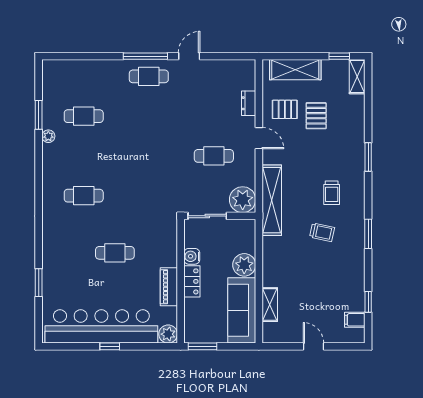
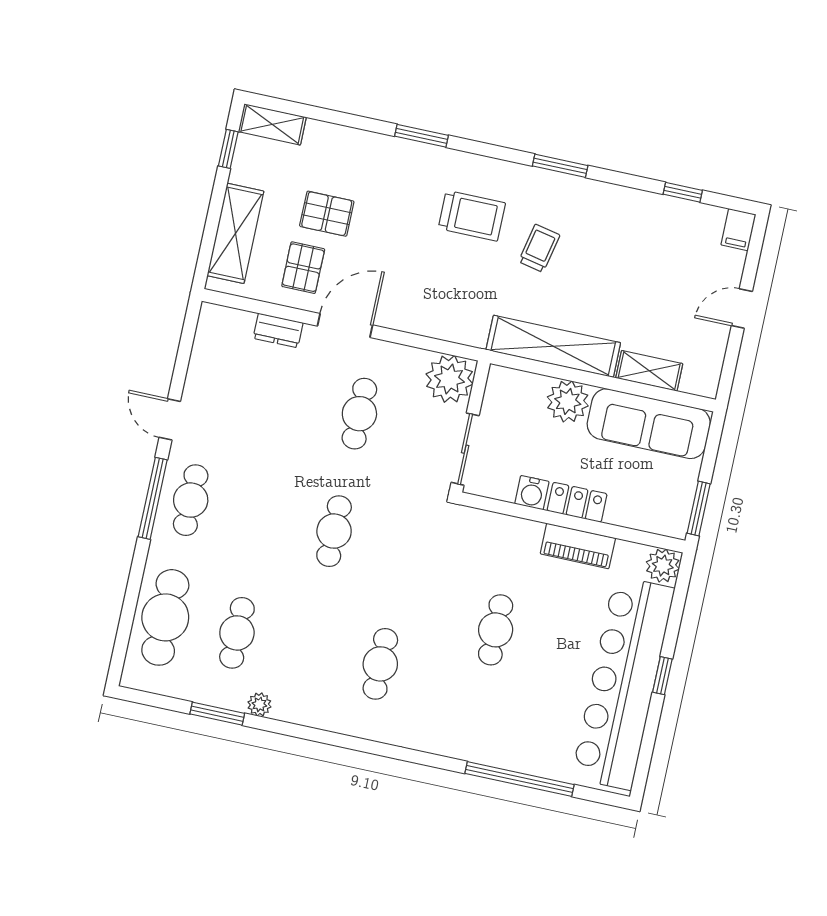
cafe table: (84, 76) -> (165, 617), added
door: (259, 138) -> (345, 326), width x1.38
cafe table: (149, 156) -> (334, 531), added
trolley: (332, 193) -> (472, 216), width x1.36, depth x1.39
shelving: (272, 200) -> (553, 346), moved
window: (39, 283) -> (519, 779), width x2.11
filing cabinet: (355, 320) -> (738, 230), moved

